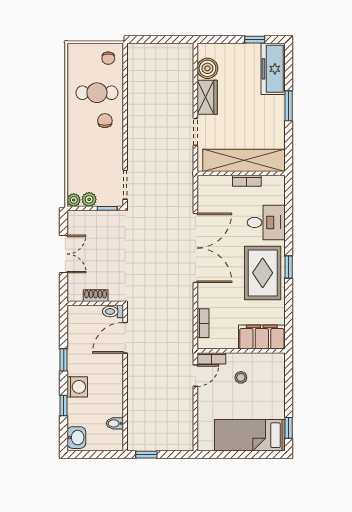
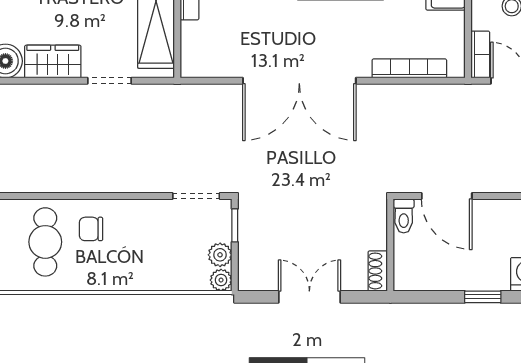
double door: (195, 248) -> (299, 81), swing flipped
shoe rack: (96, 296) -> (378, 271), moved
bookcase: (203, 323) -> (409, 68), width x1.56

